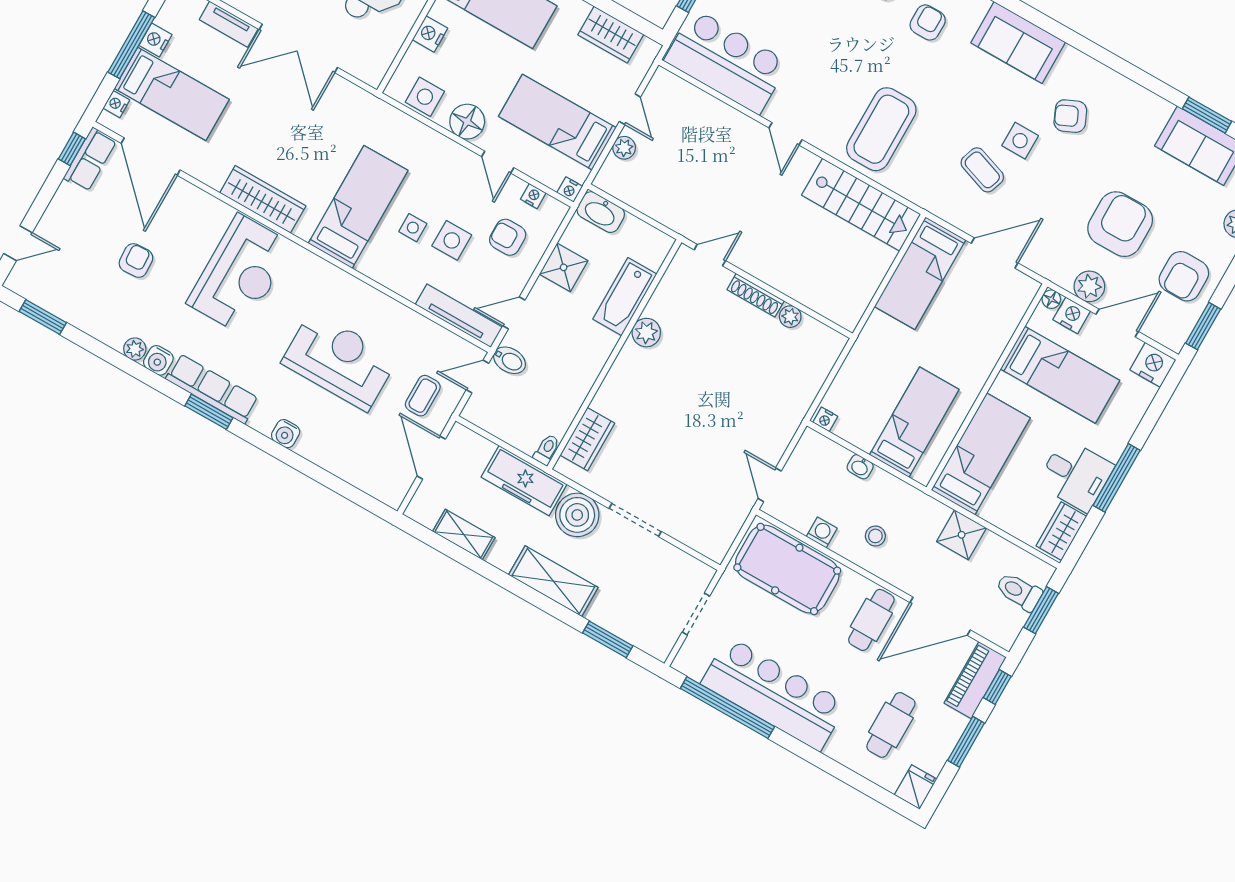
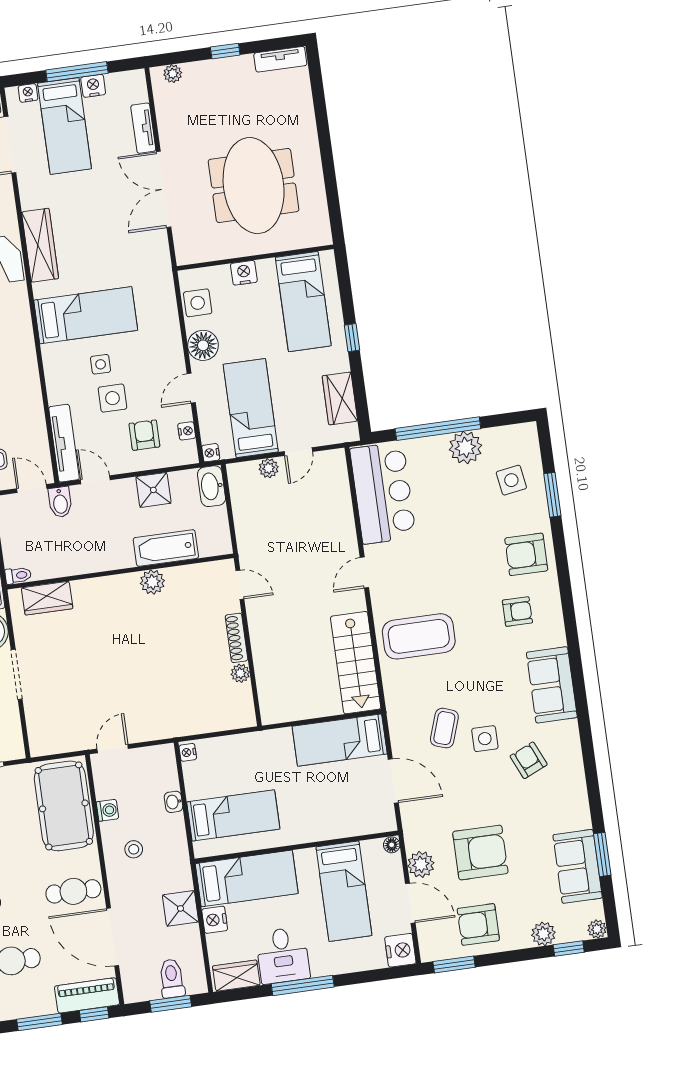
nightstand: (1072, 315) -> (215, 920), moved, turned 180

